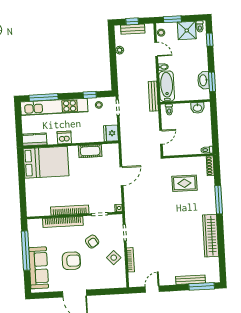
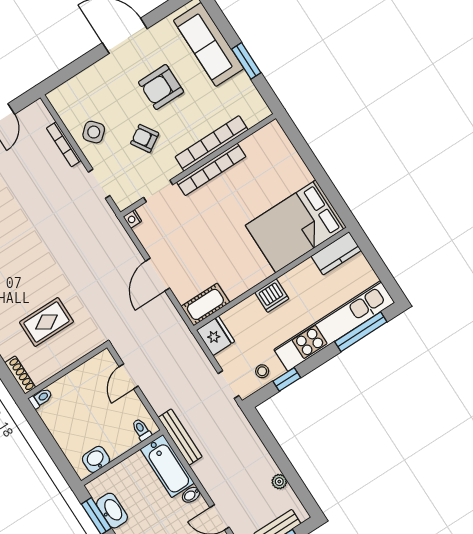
dishwasher: (64, 137) -> (272, 296), moved
cot: (90, 151) -> (205, 304), moved
window: (26, 251) -> (246, 61), width x0.47

